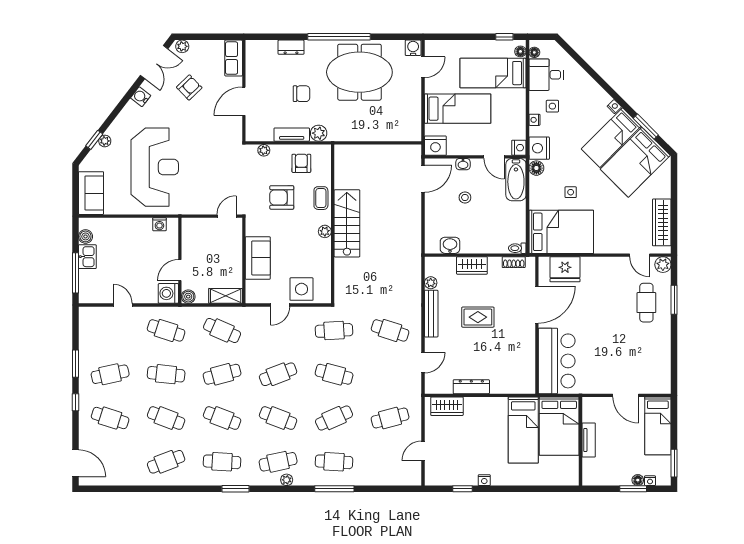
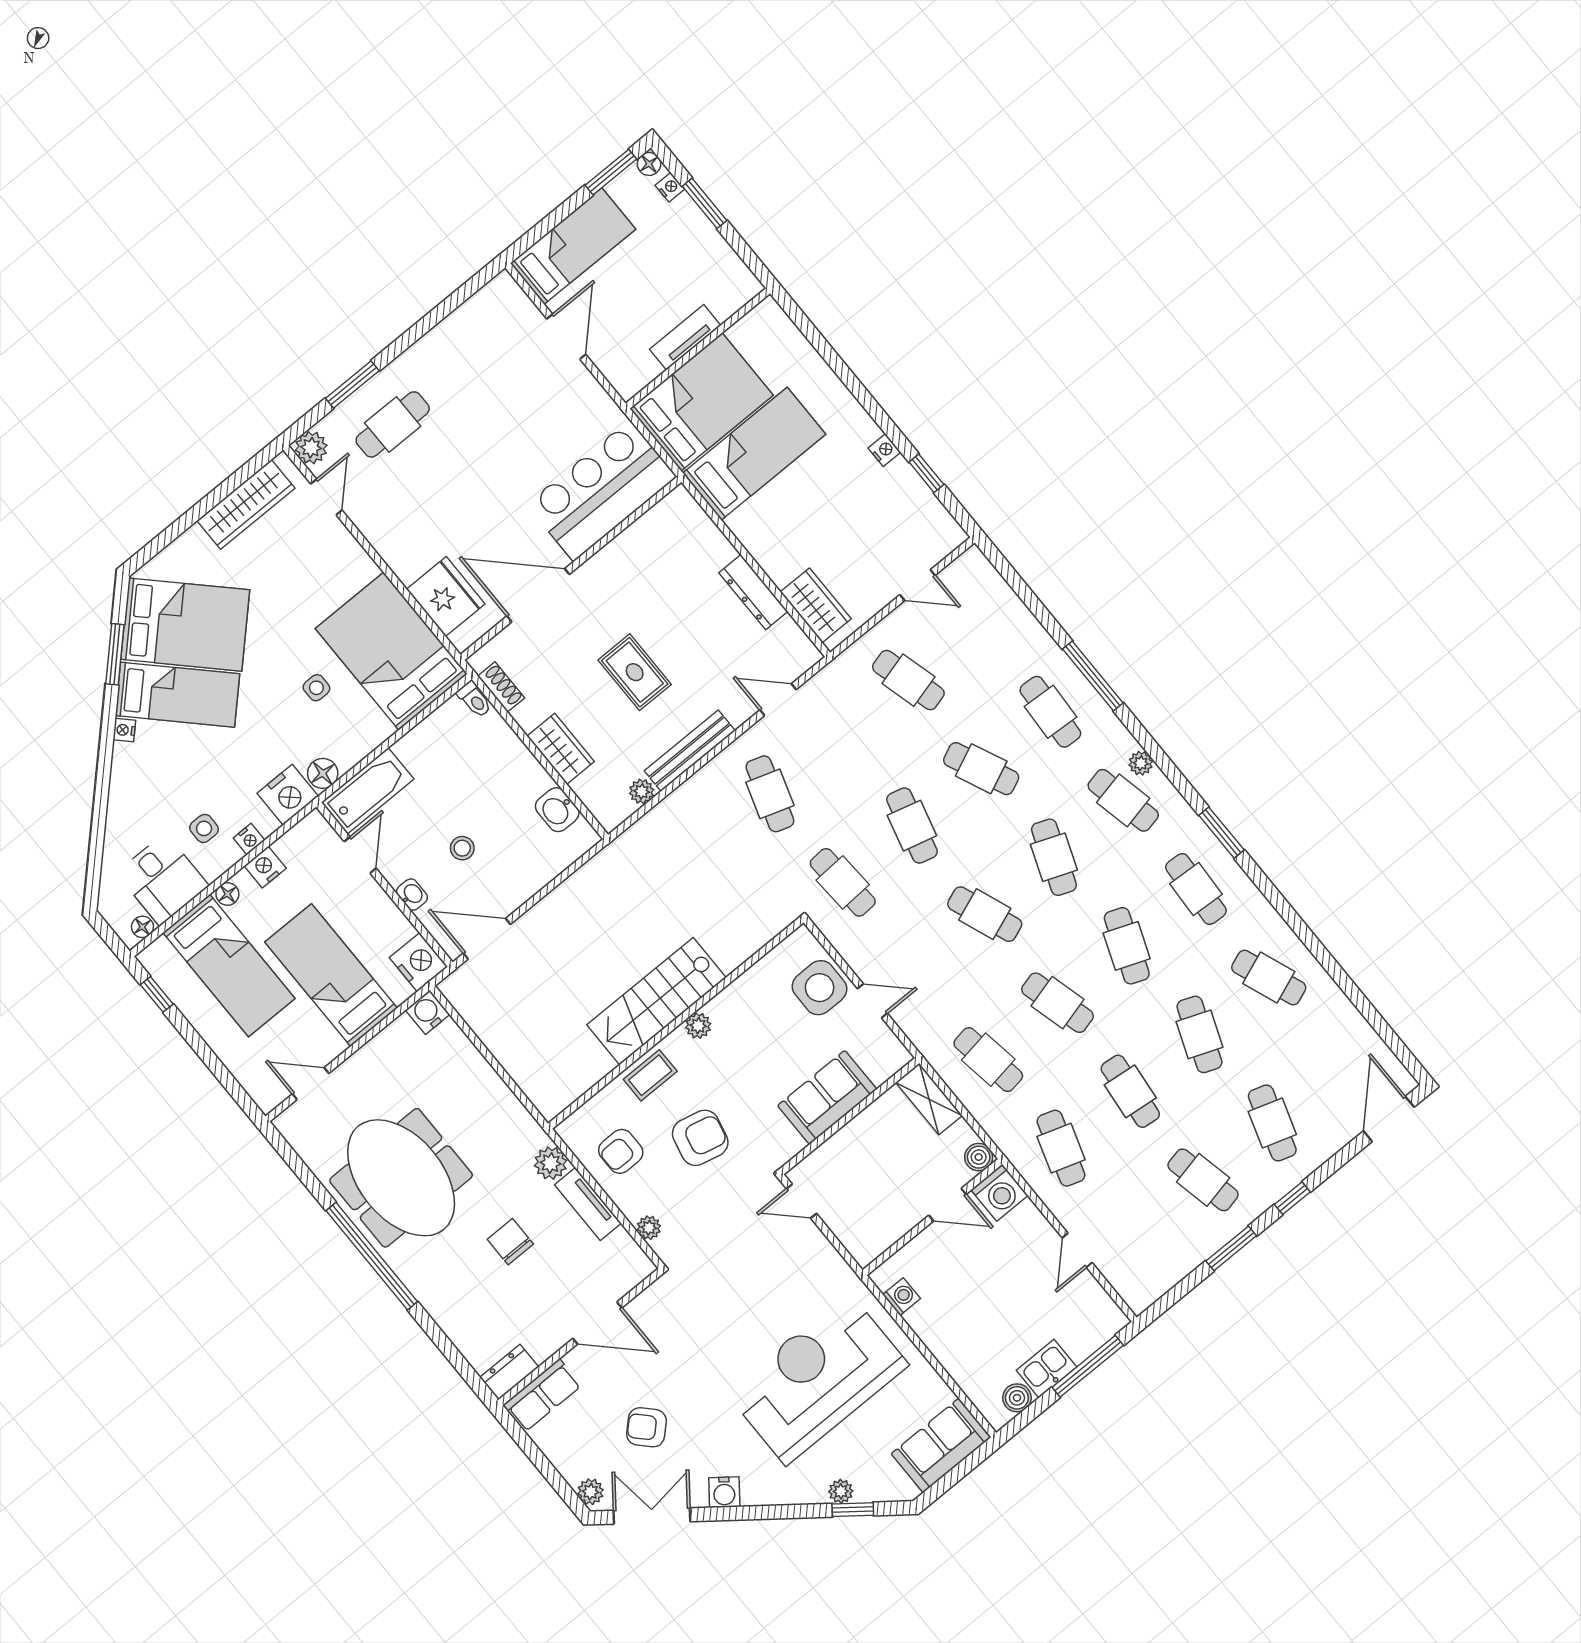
dresser: (291, 47) -> (509, 1372), moved, turned -90
water cooler: (413, 48) -> (428, 1012), moved, turned 90
floor lamp: (520, 51) -> (227, 894), moved
nightstand: (519, 148) -> (265, 867), moved
armchair: (282, 197) -> (700, 1138), turned -77
cafe table: (222, 330) -> (988, 1060), turned -33
floor lamp: (638, 480) -> (649, 164), moved

